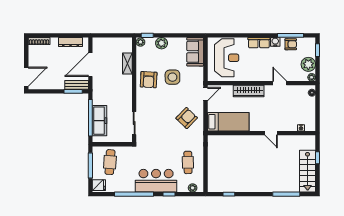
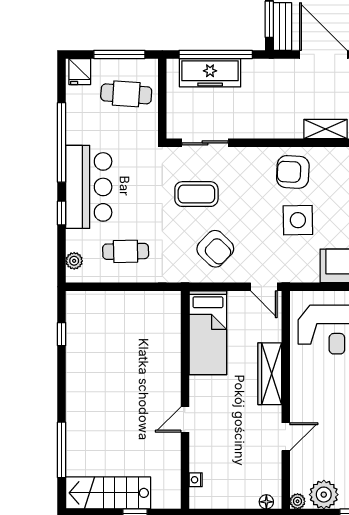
coffee table: (160, 127) -> (196, 194), added

